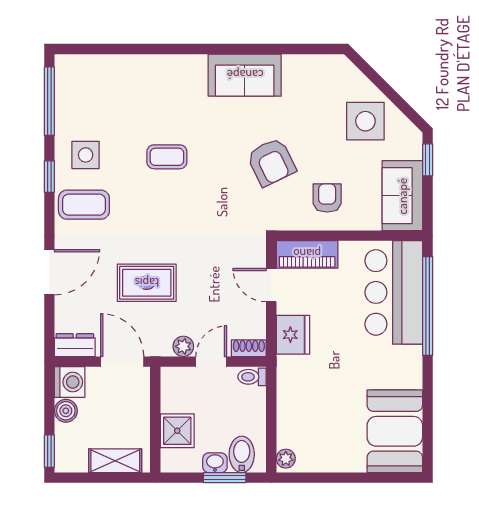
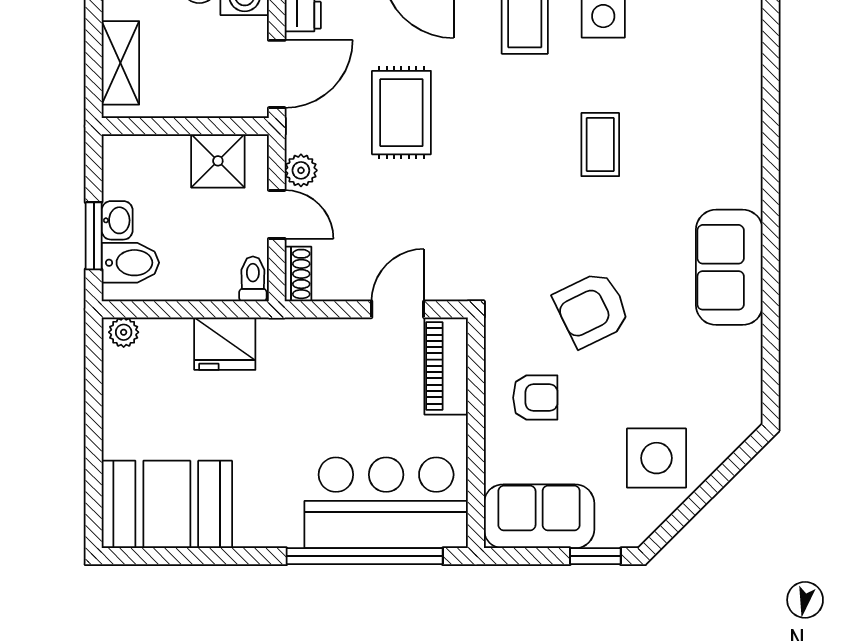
fridge: (293, 335) -> (225, 344), moved
shower: (177, 431) -> (218, 161), moved

